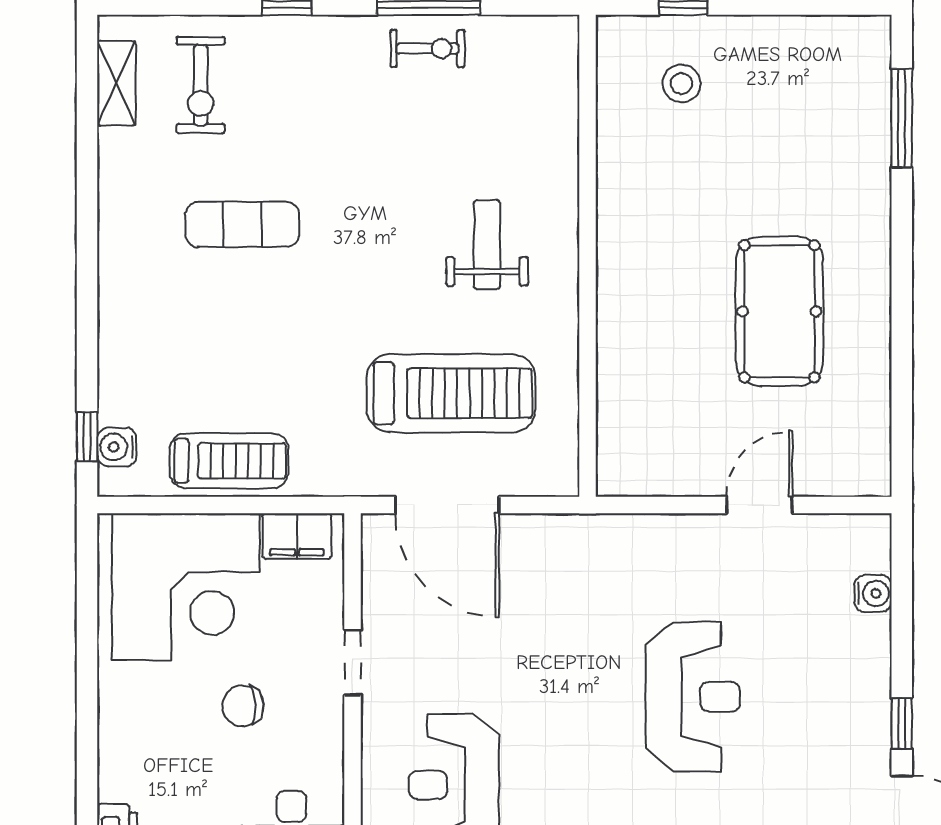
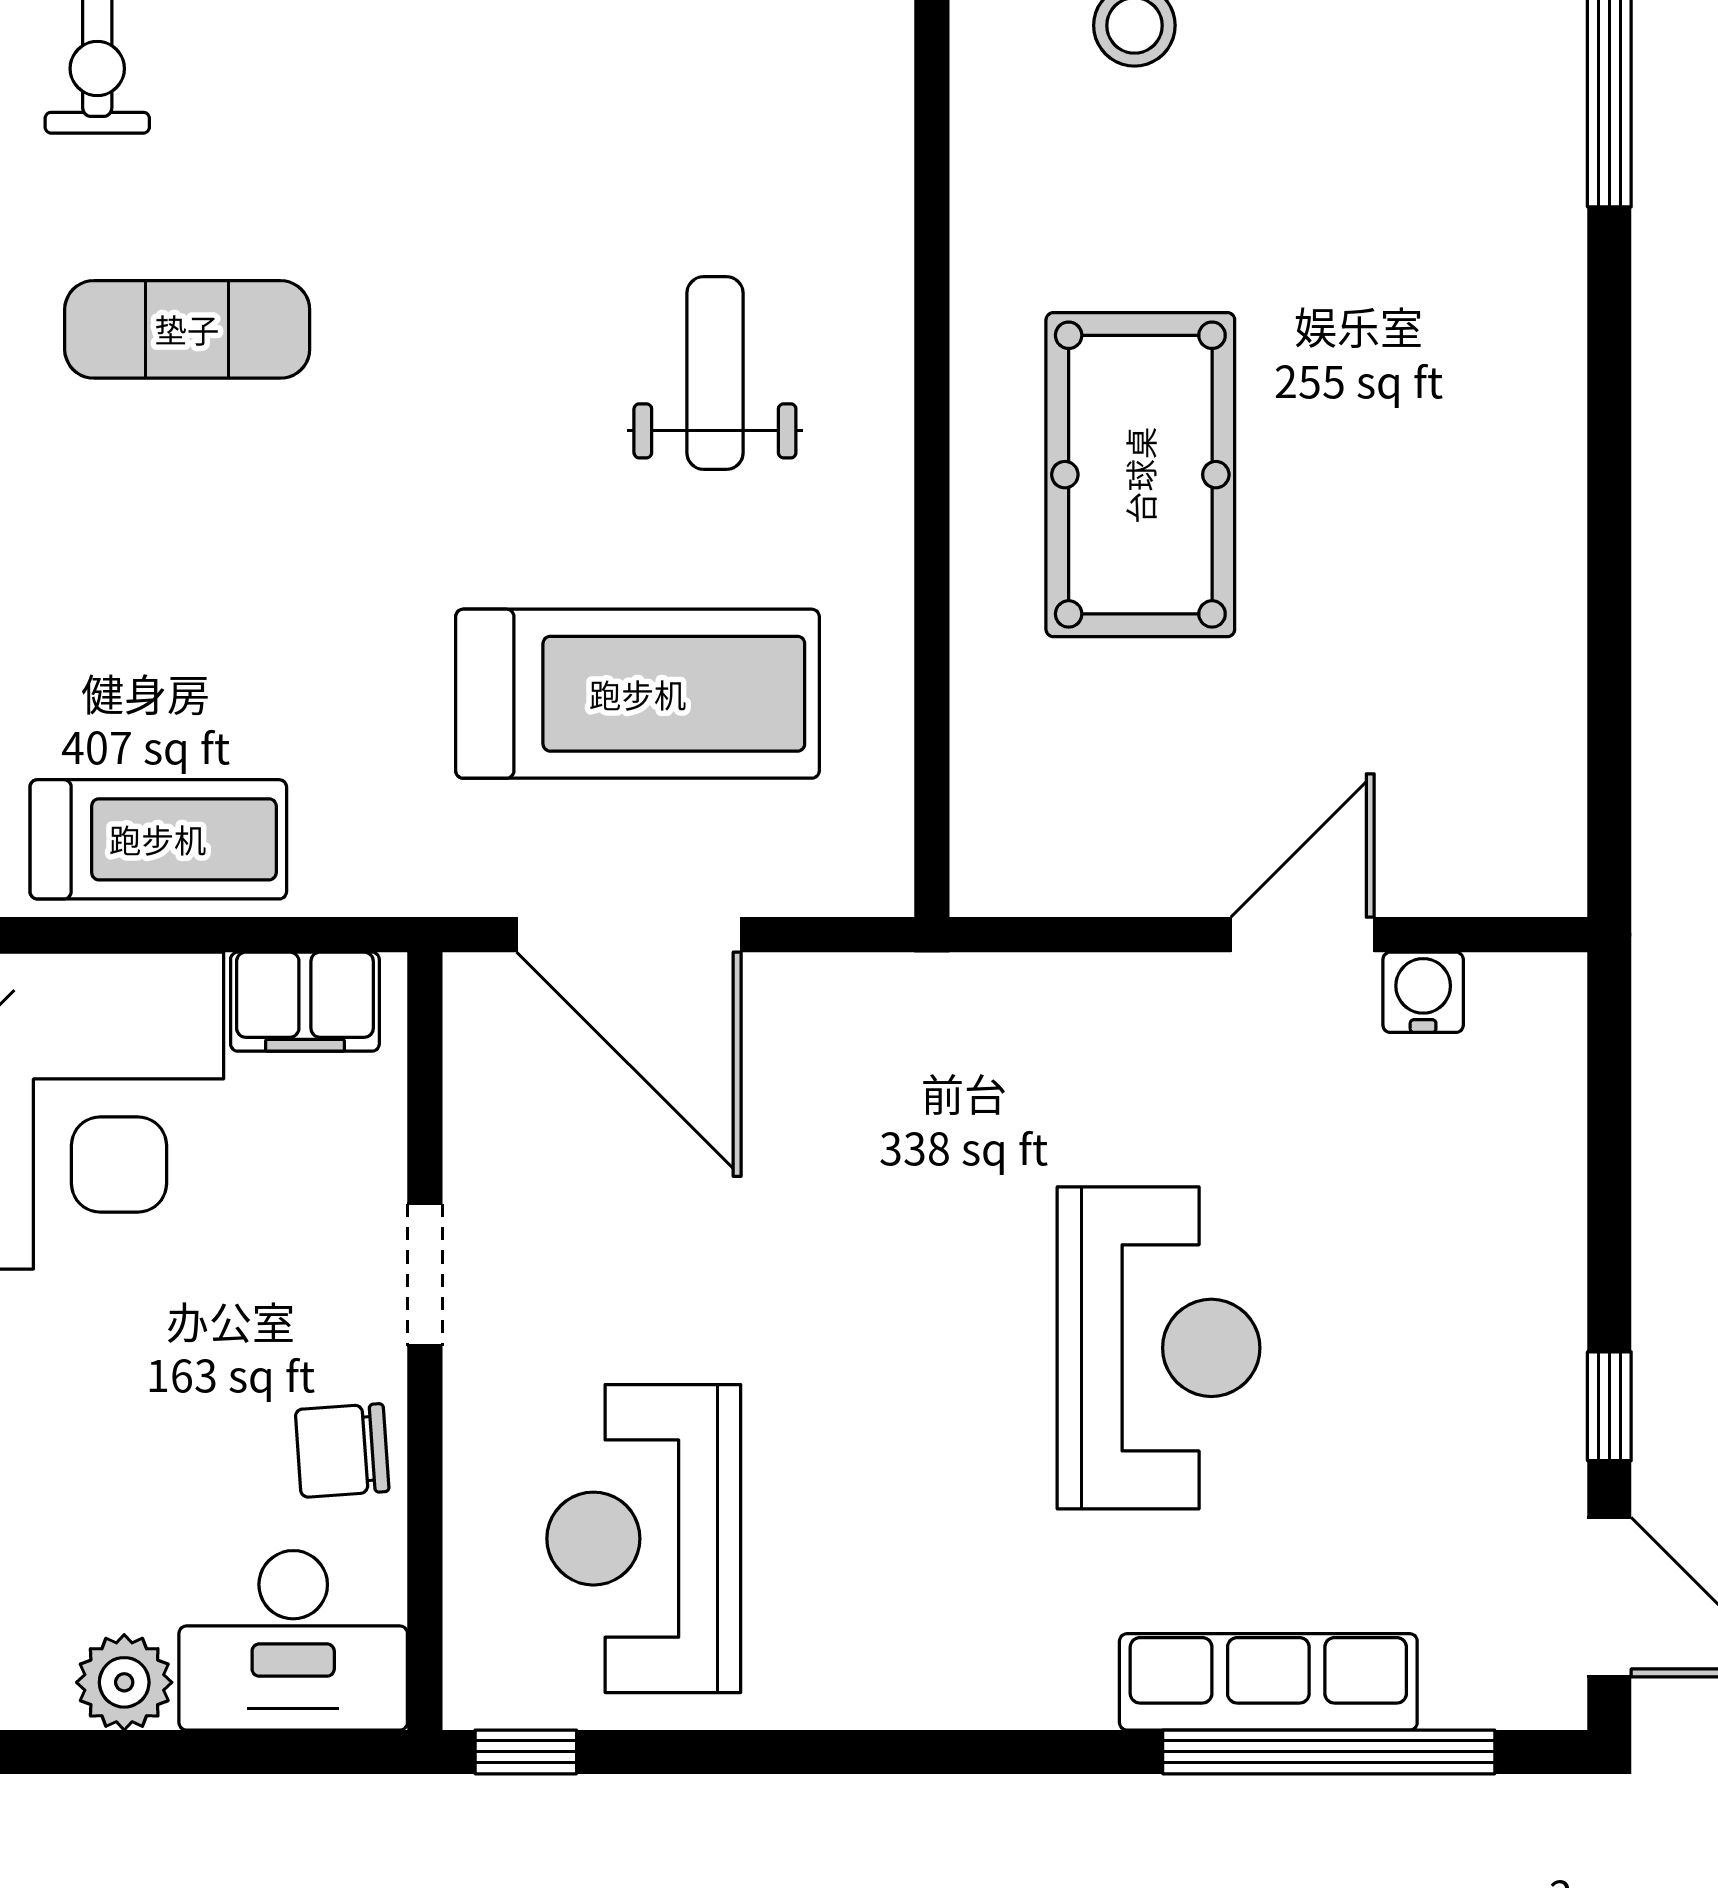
pool table: (779, 311) -> (1140, 475), moved
water cooler: (873, 594) -> (1423, 992), moved, turned -90
chair: (243, 706) -> (342, 1450), moved

